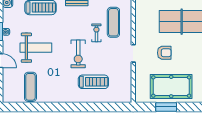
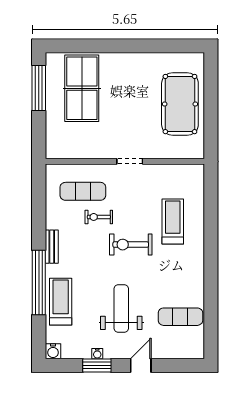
armchair: (164, 53) -> (129, 115), removed
exercise bike: (78, 54) -> (131, 245), turned 180
window: (166, 107) -> (211, 112), removed

